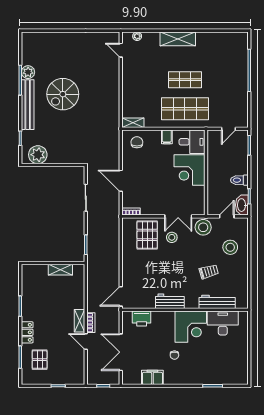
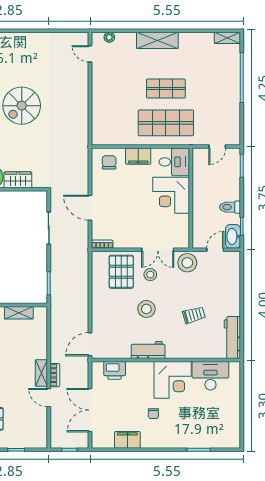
shelving: (133, 123) -> (227, 38), moved
filing cabinet: (167, 137) -> (138, 156), width x2.00
wardrobe: (60, 157) -> (18, 180), added
stool: (230, 247) -> (146, 309), moved
workbench: (217, 302) -> (232, 338), moved, turned -90

